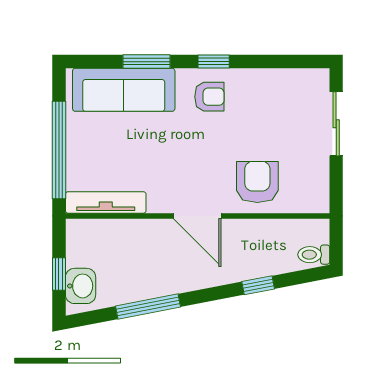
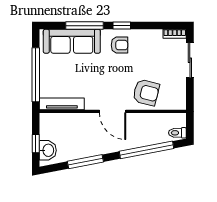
window: (147, 62) -> (85, 26), width x1.44
bookcase: (309, 76) -> (175, 34), added
armchair: (257, 182) -> (146, 92), turned 104
window: (258, 285) -> (147, 150), width x3.17

